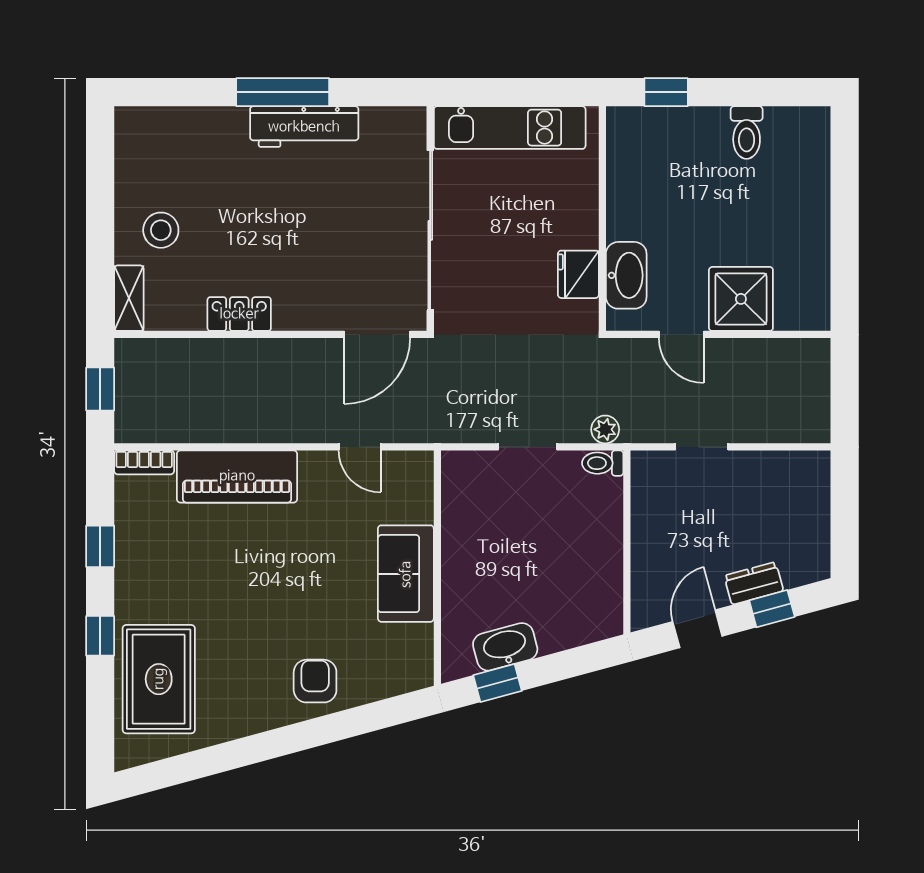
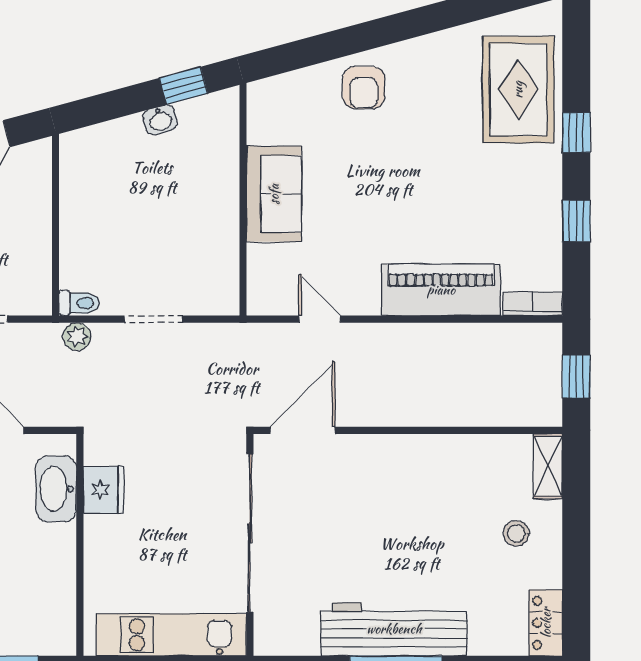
workbench: (304, 127) -> (394, 629), width x1.36, depth x1.32
stool: (161, 230) -> (516, 533), width x0.73, depth x0.73
locker: (239, 314) -> (546, 623), moved, turned 90
washbasin: (505, 647) -> (160, 120), width x0.52, depth x0.69

